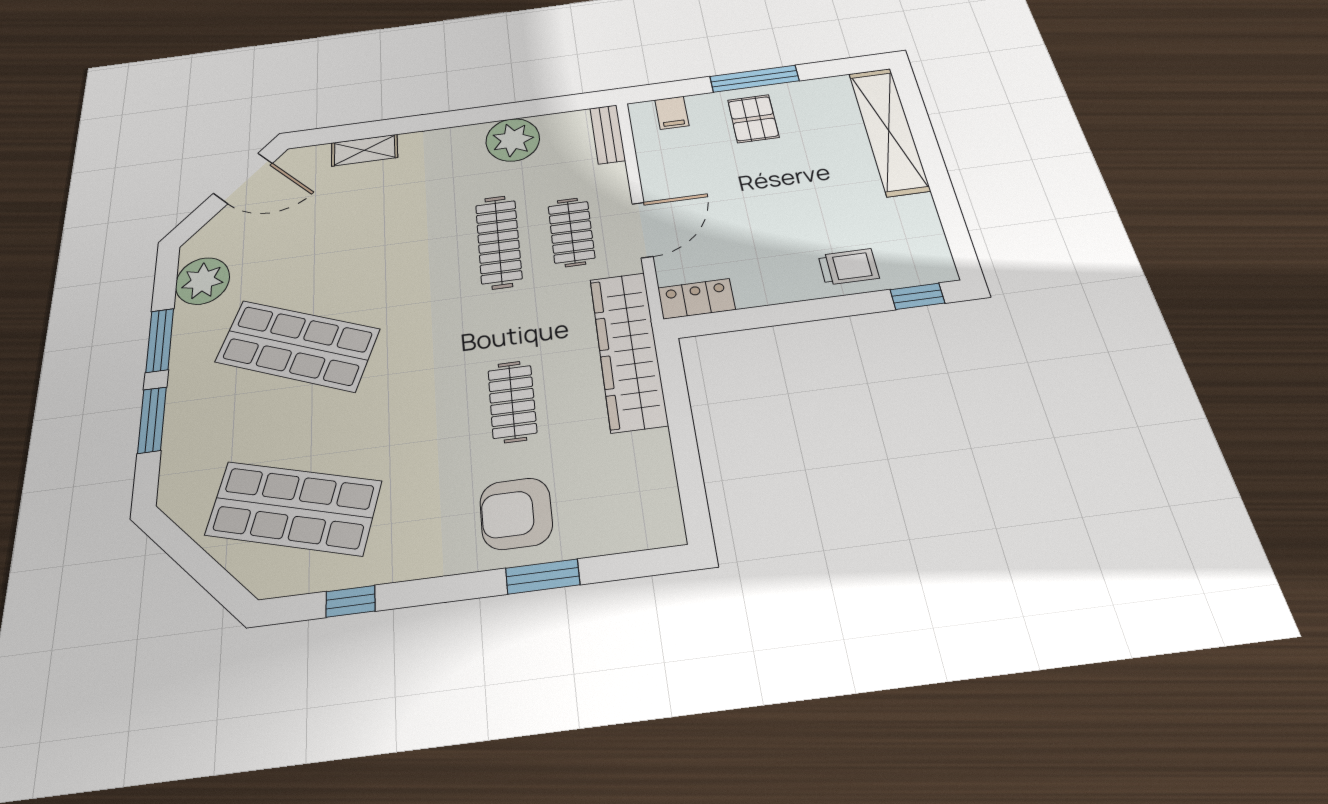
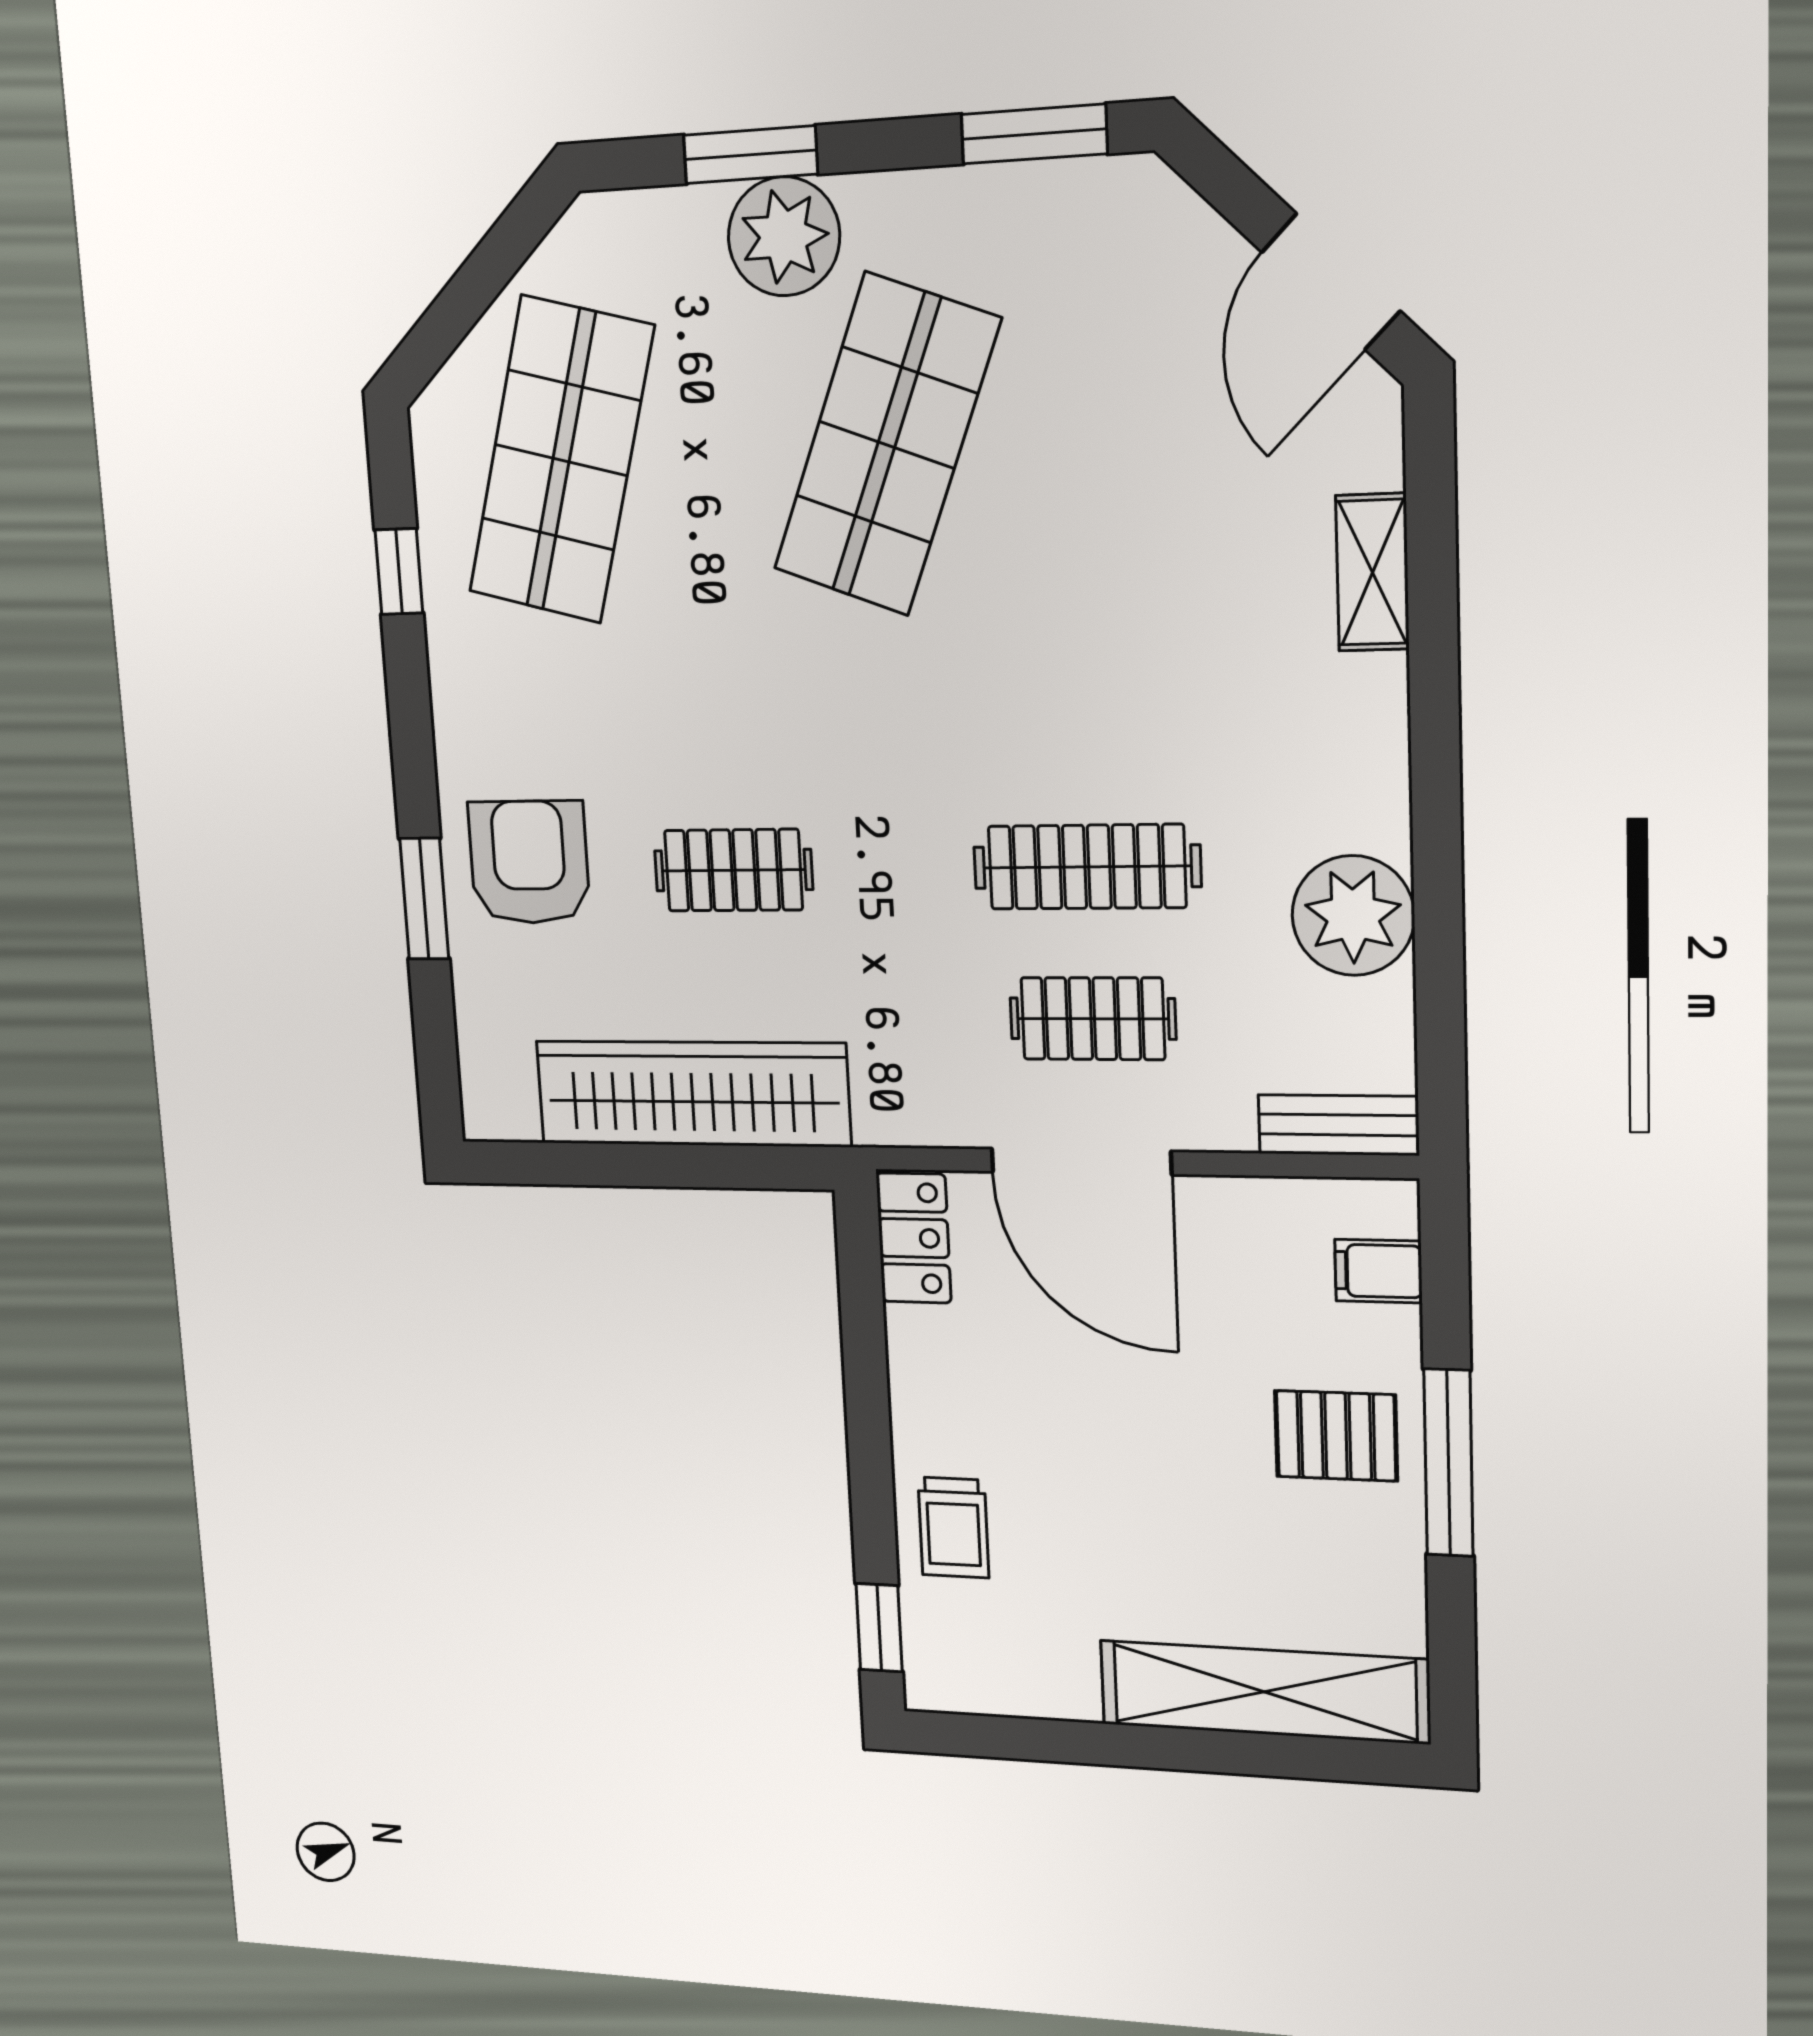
door: (642, 230) -> (1081, 1162), width x1.36
plant: (203, 281) -> (784, 236), moved
window: (160, 340) -> (1034, 134), moved
wardrobe: (628, 350) -> (692, 1094), moved

